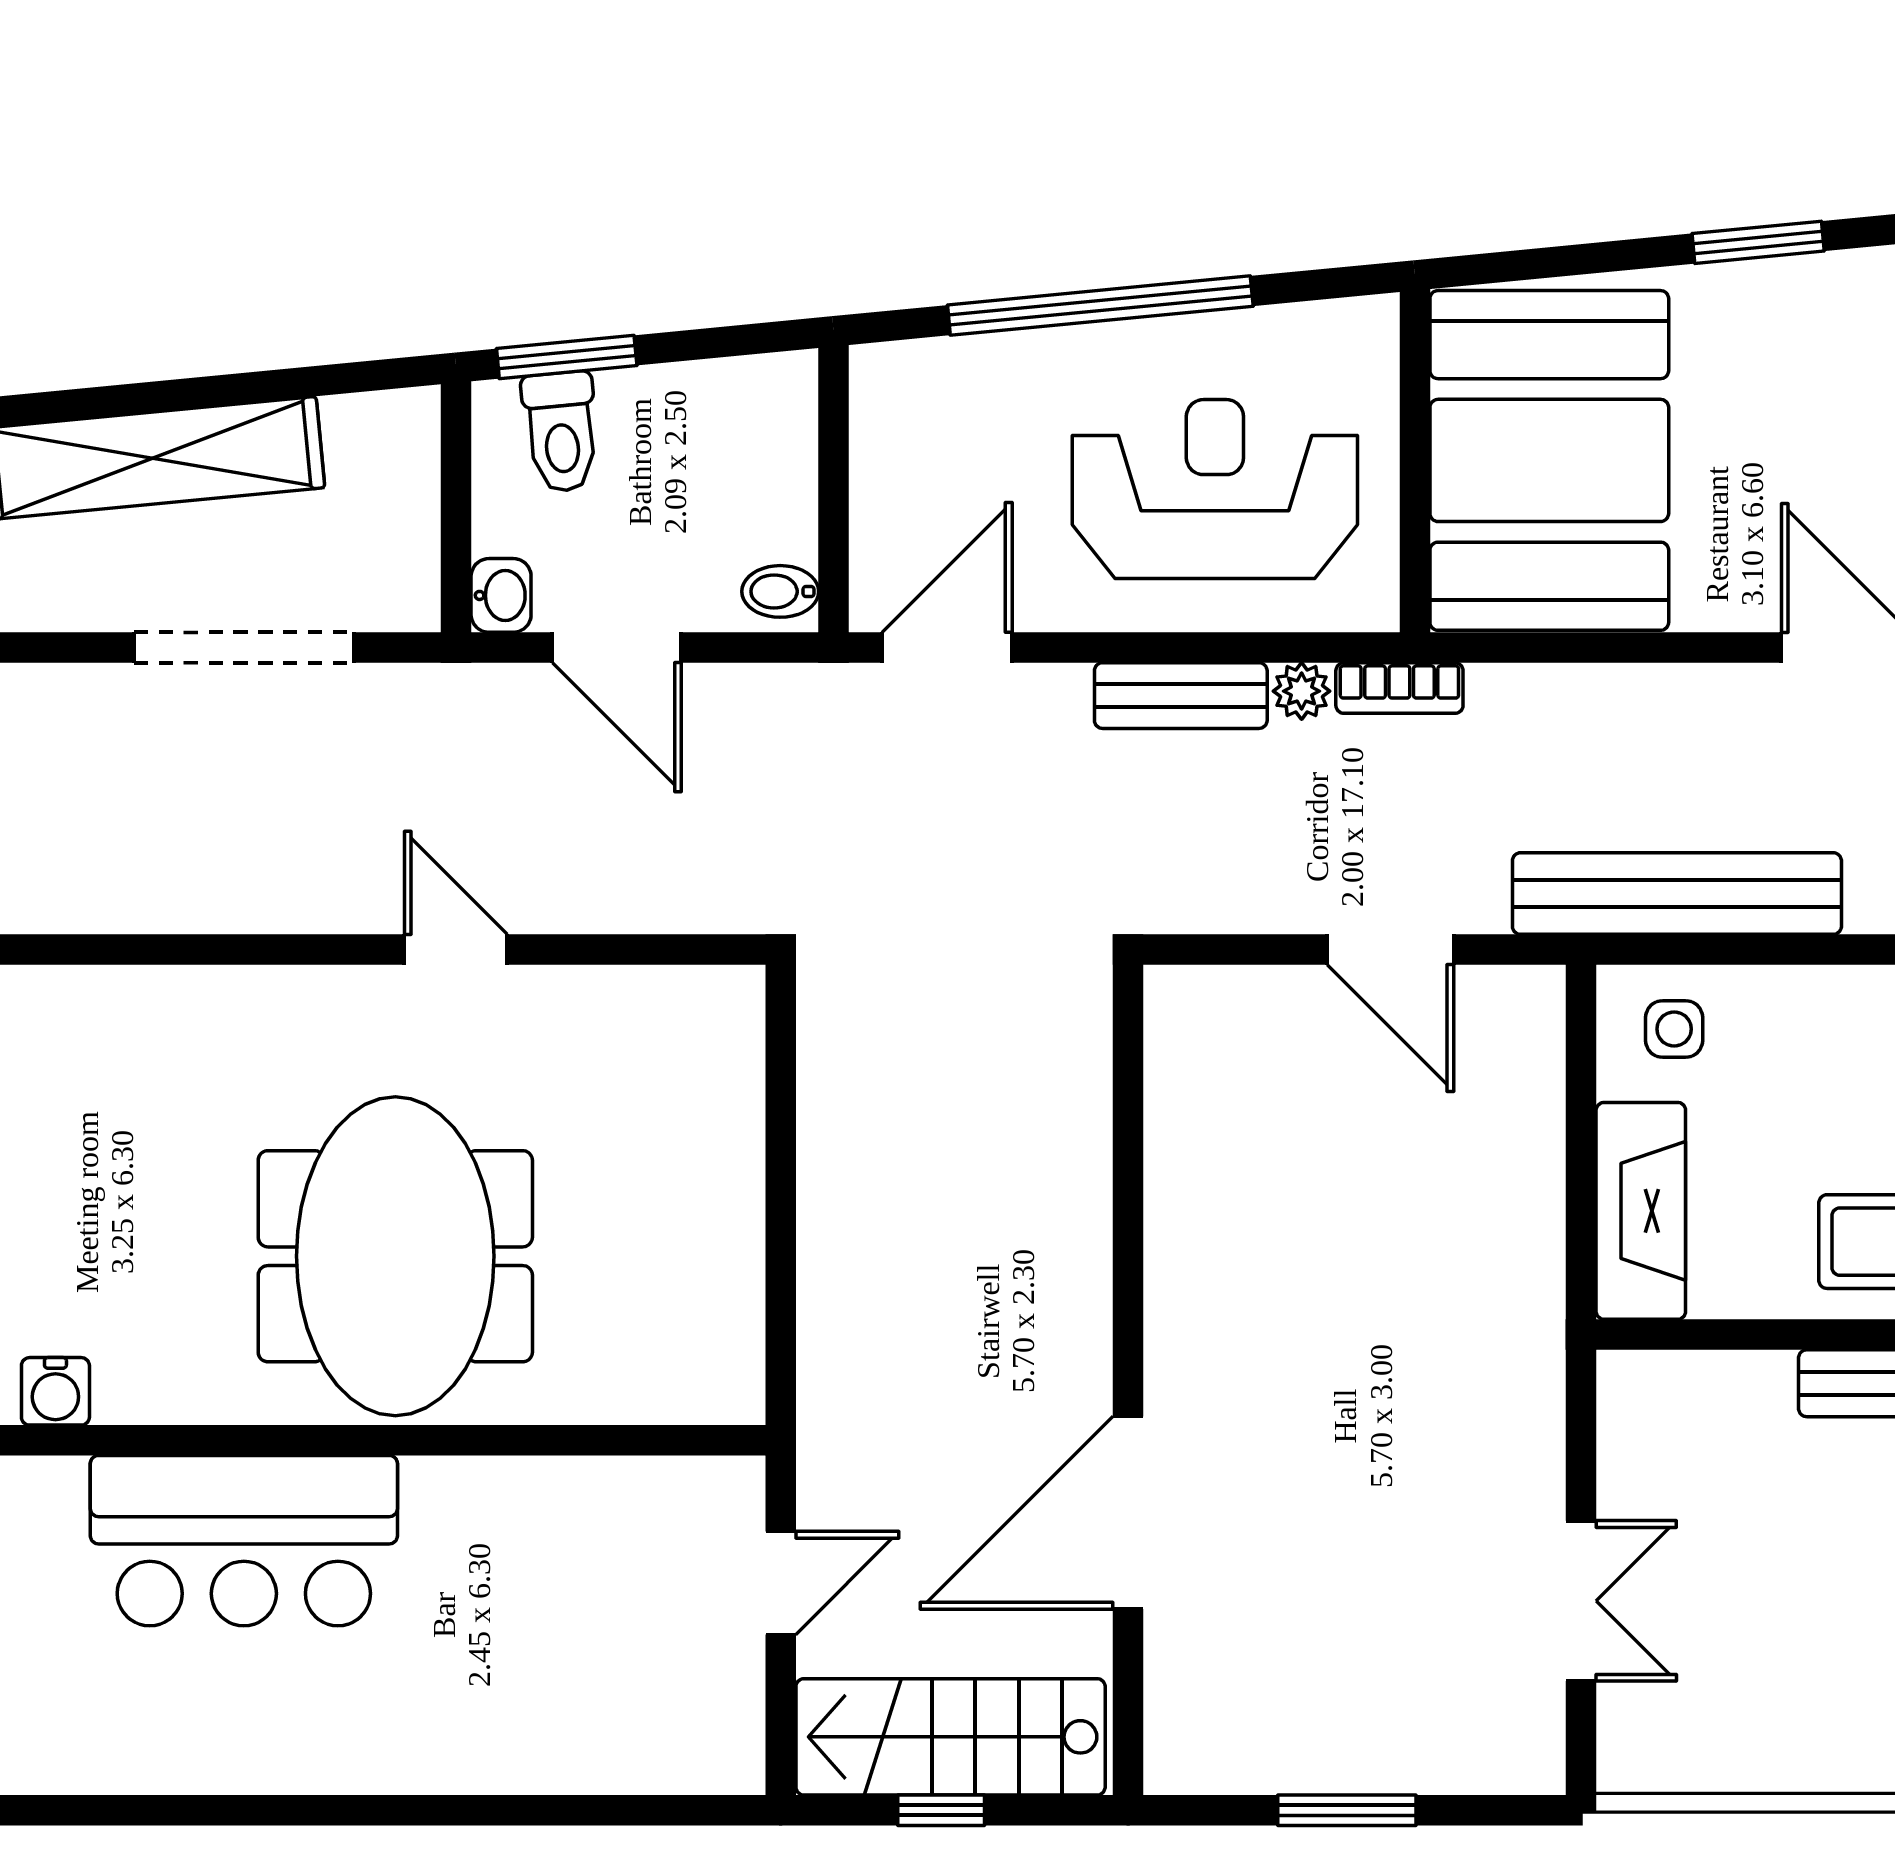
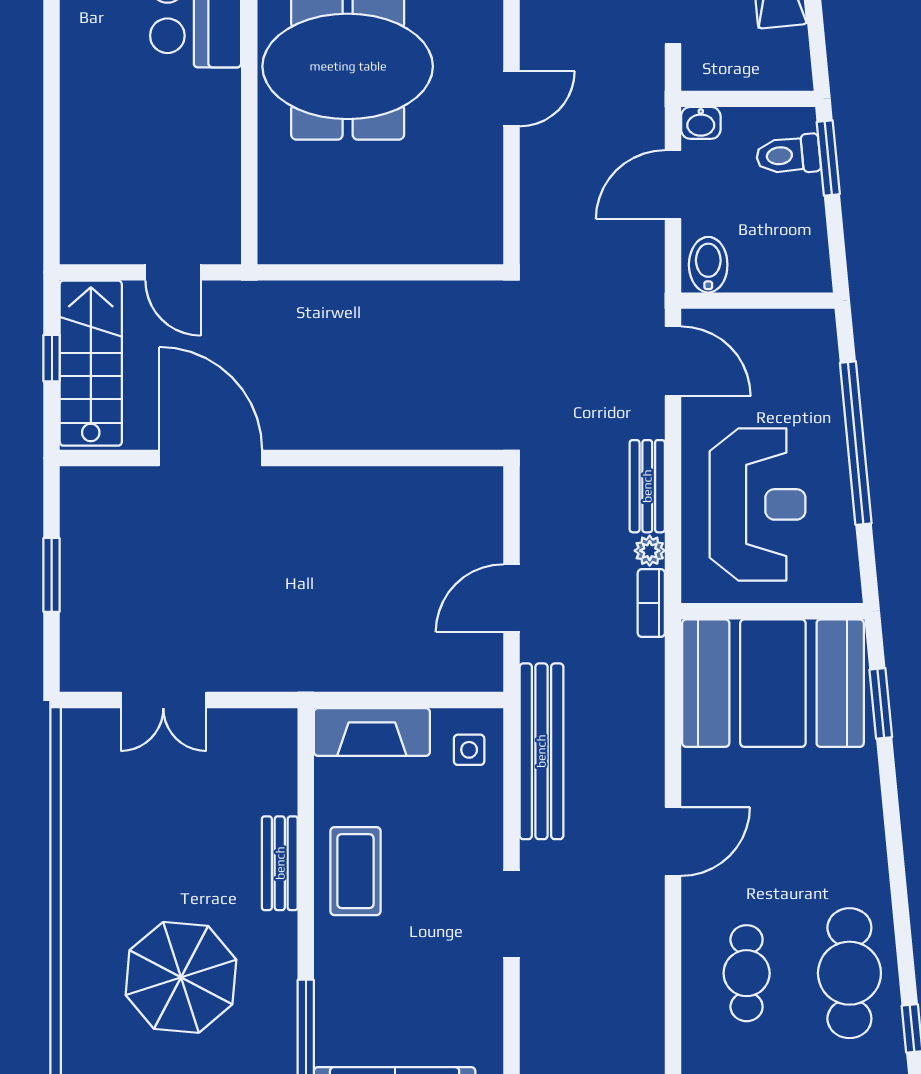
window: (1758, 242) -> (881, 703), moved
bidet: (780, 591) -> (708, 265), width x1.38, depth x1.36

